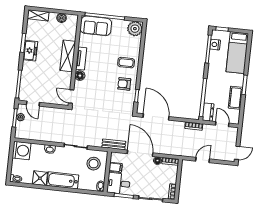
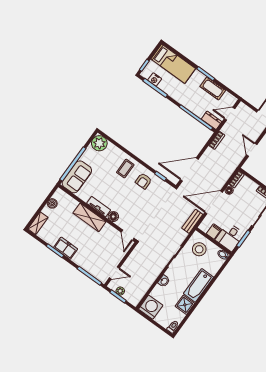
door: (71, 96) -> (128, 235), hinge flipped

